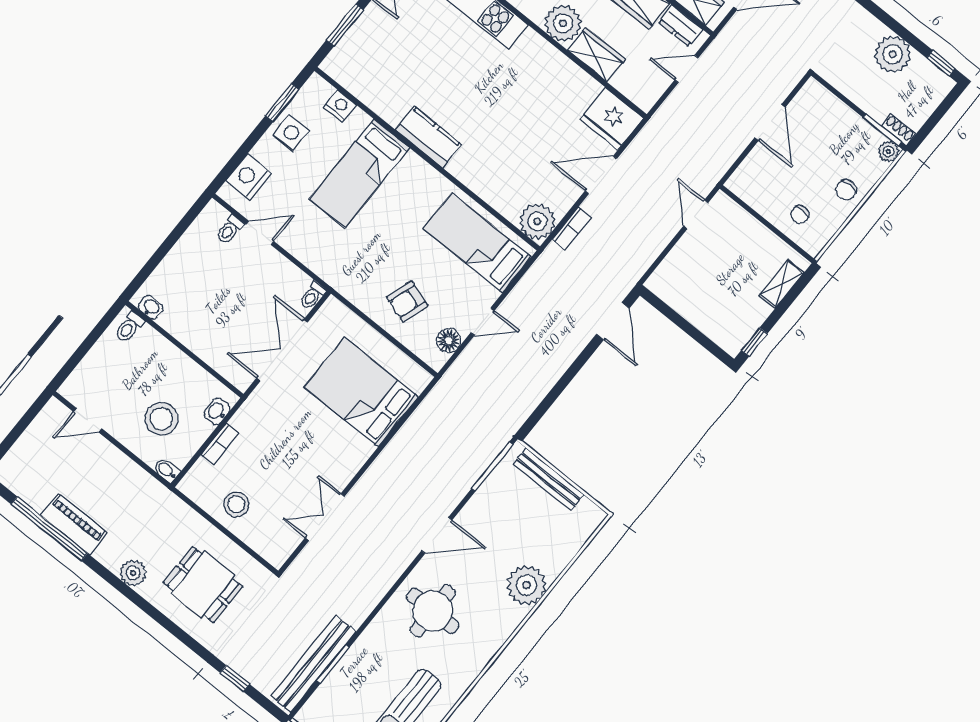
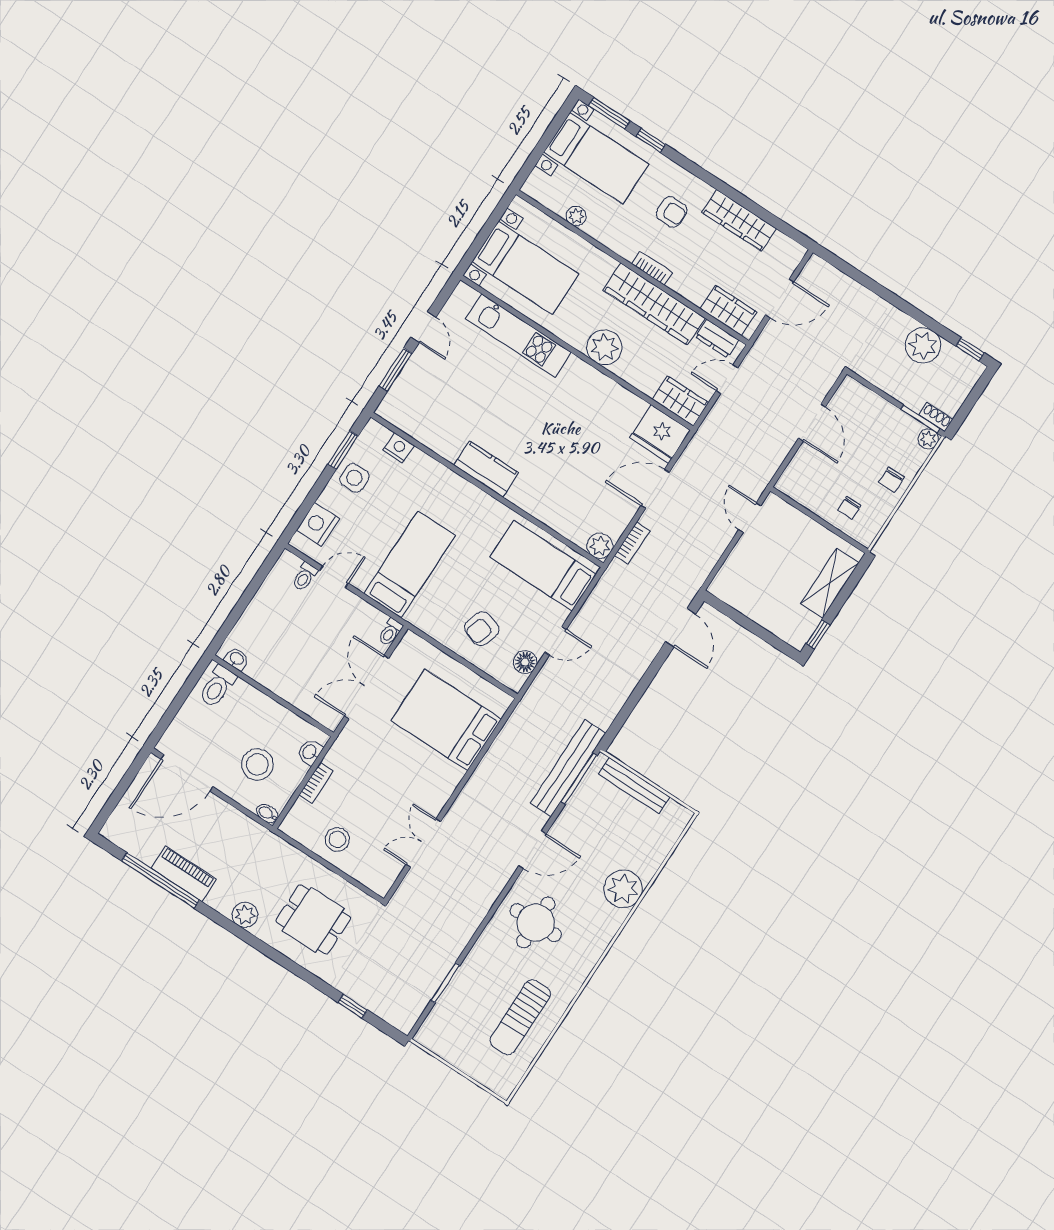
wardrobe: (596, 55) -> (680, 401), moved
bed: (359, 173) -> (410, 564), moved, turned 180
plant: (537, 221) -> (600, 546), width x0.73, depth x0.73
shelving: (782, 284) -> (830, 583), width x1.50, depth x1.33
toilet: (129, 327) -> (217, 686), width x1.37, depth x1.39
door: (88, 420) -> (187, 773), width x1.87
bench: (313, 664) -> (568, 768), moved

